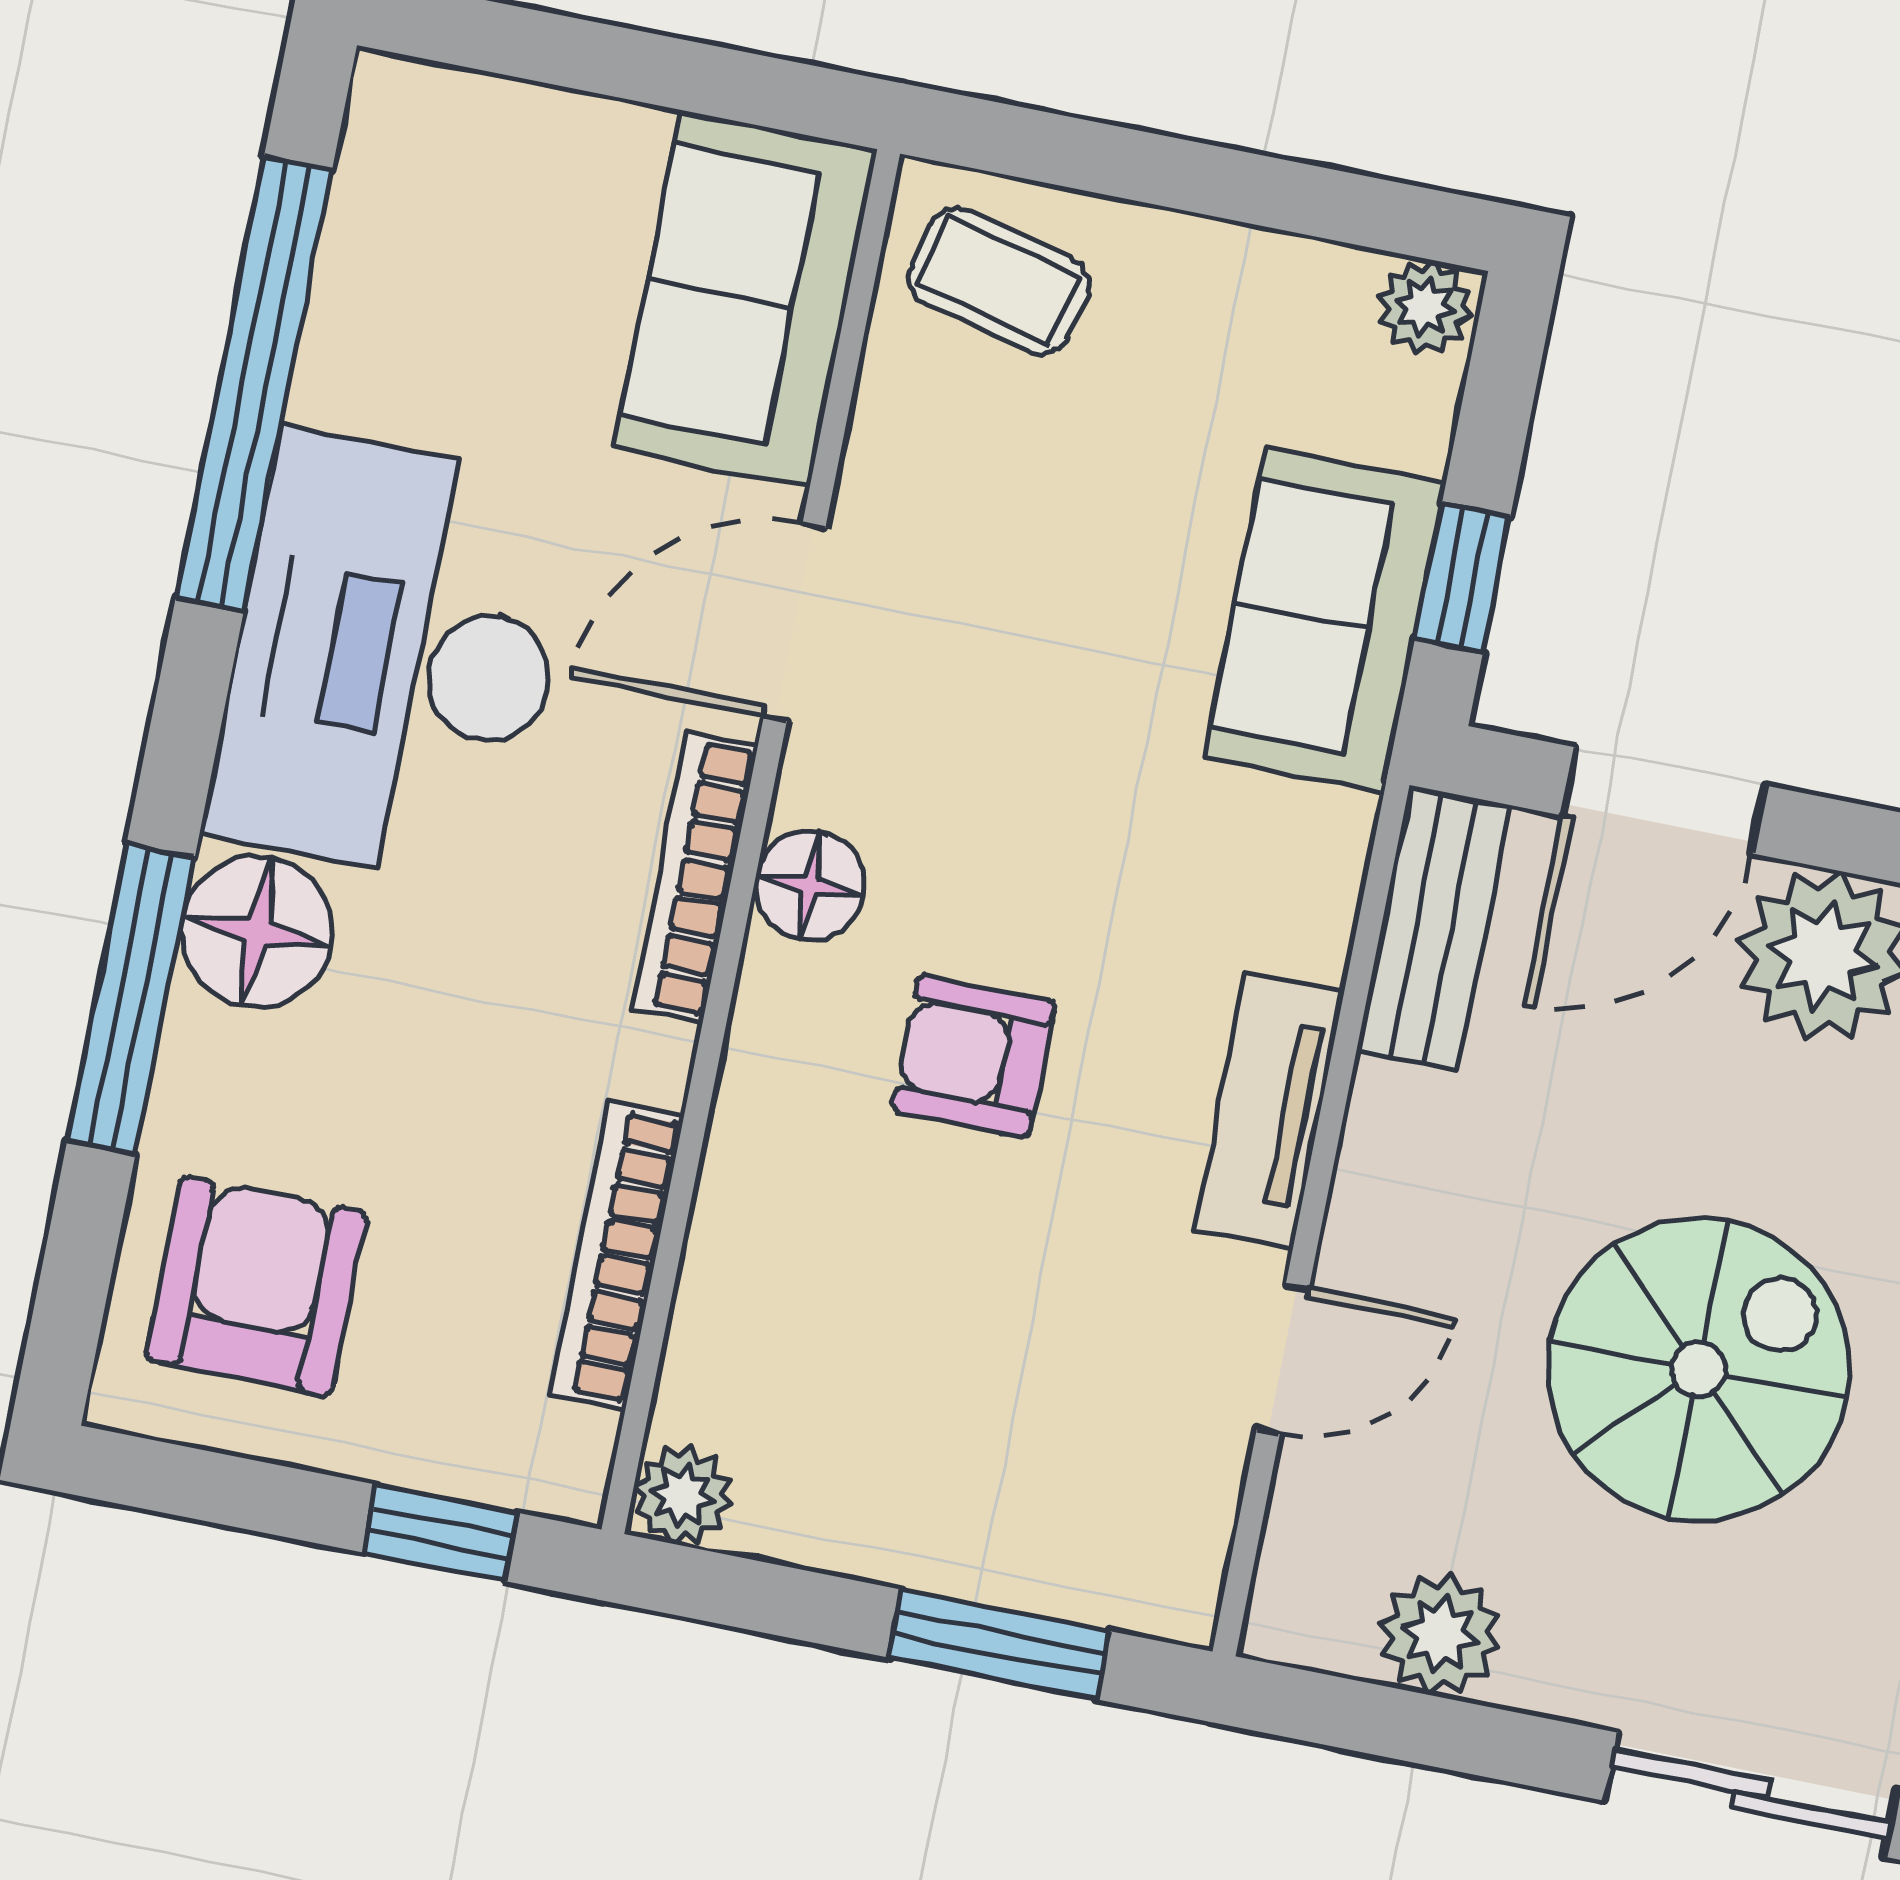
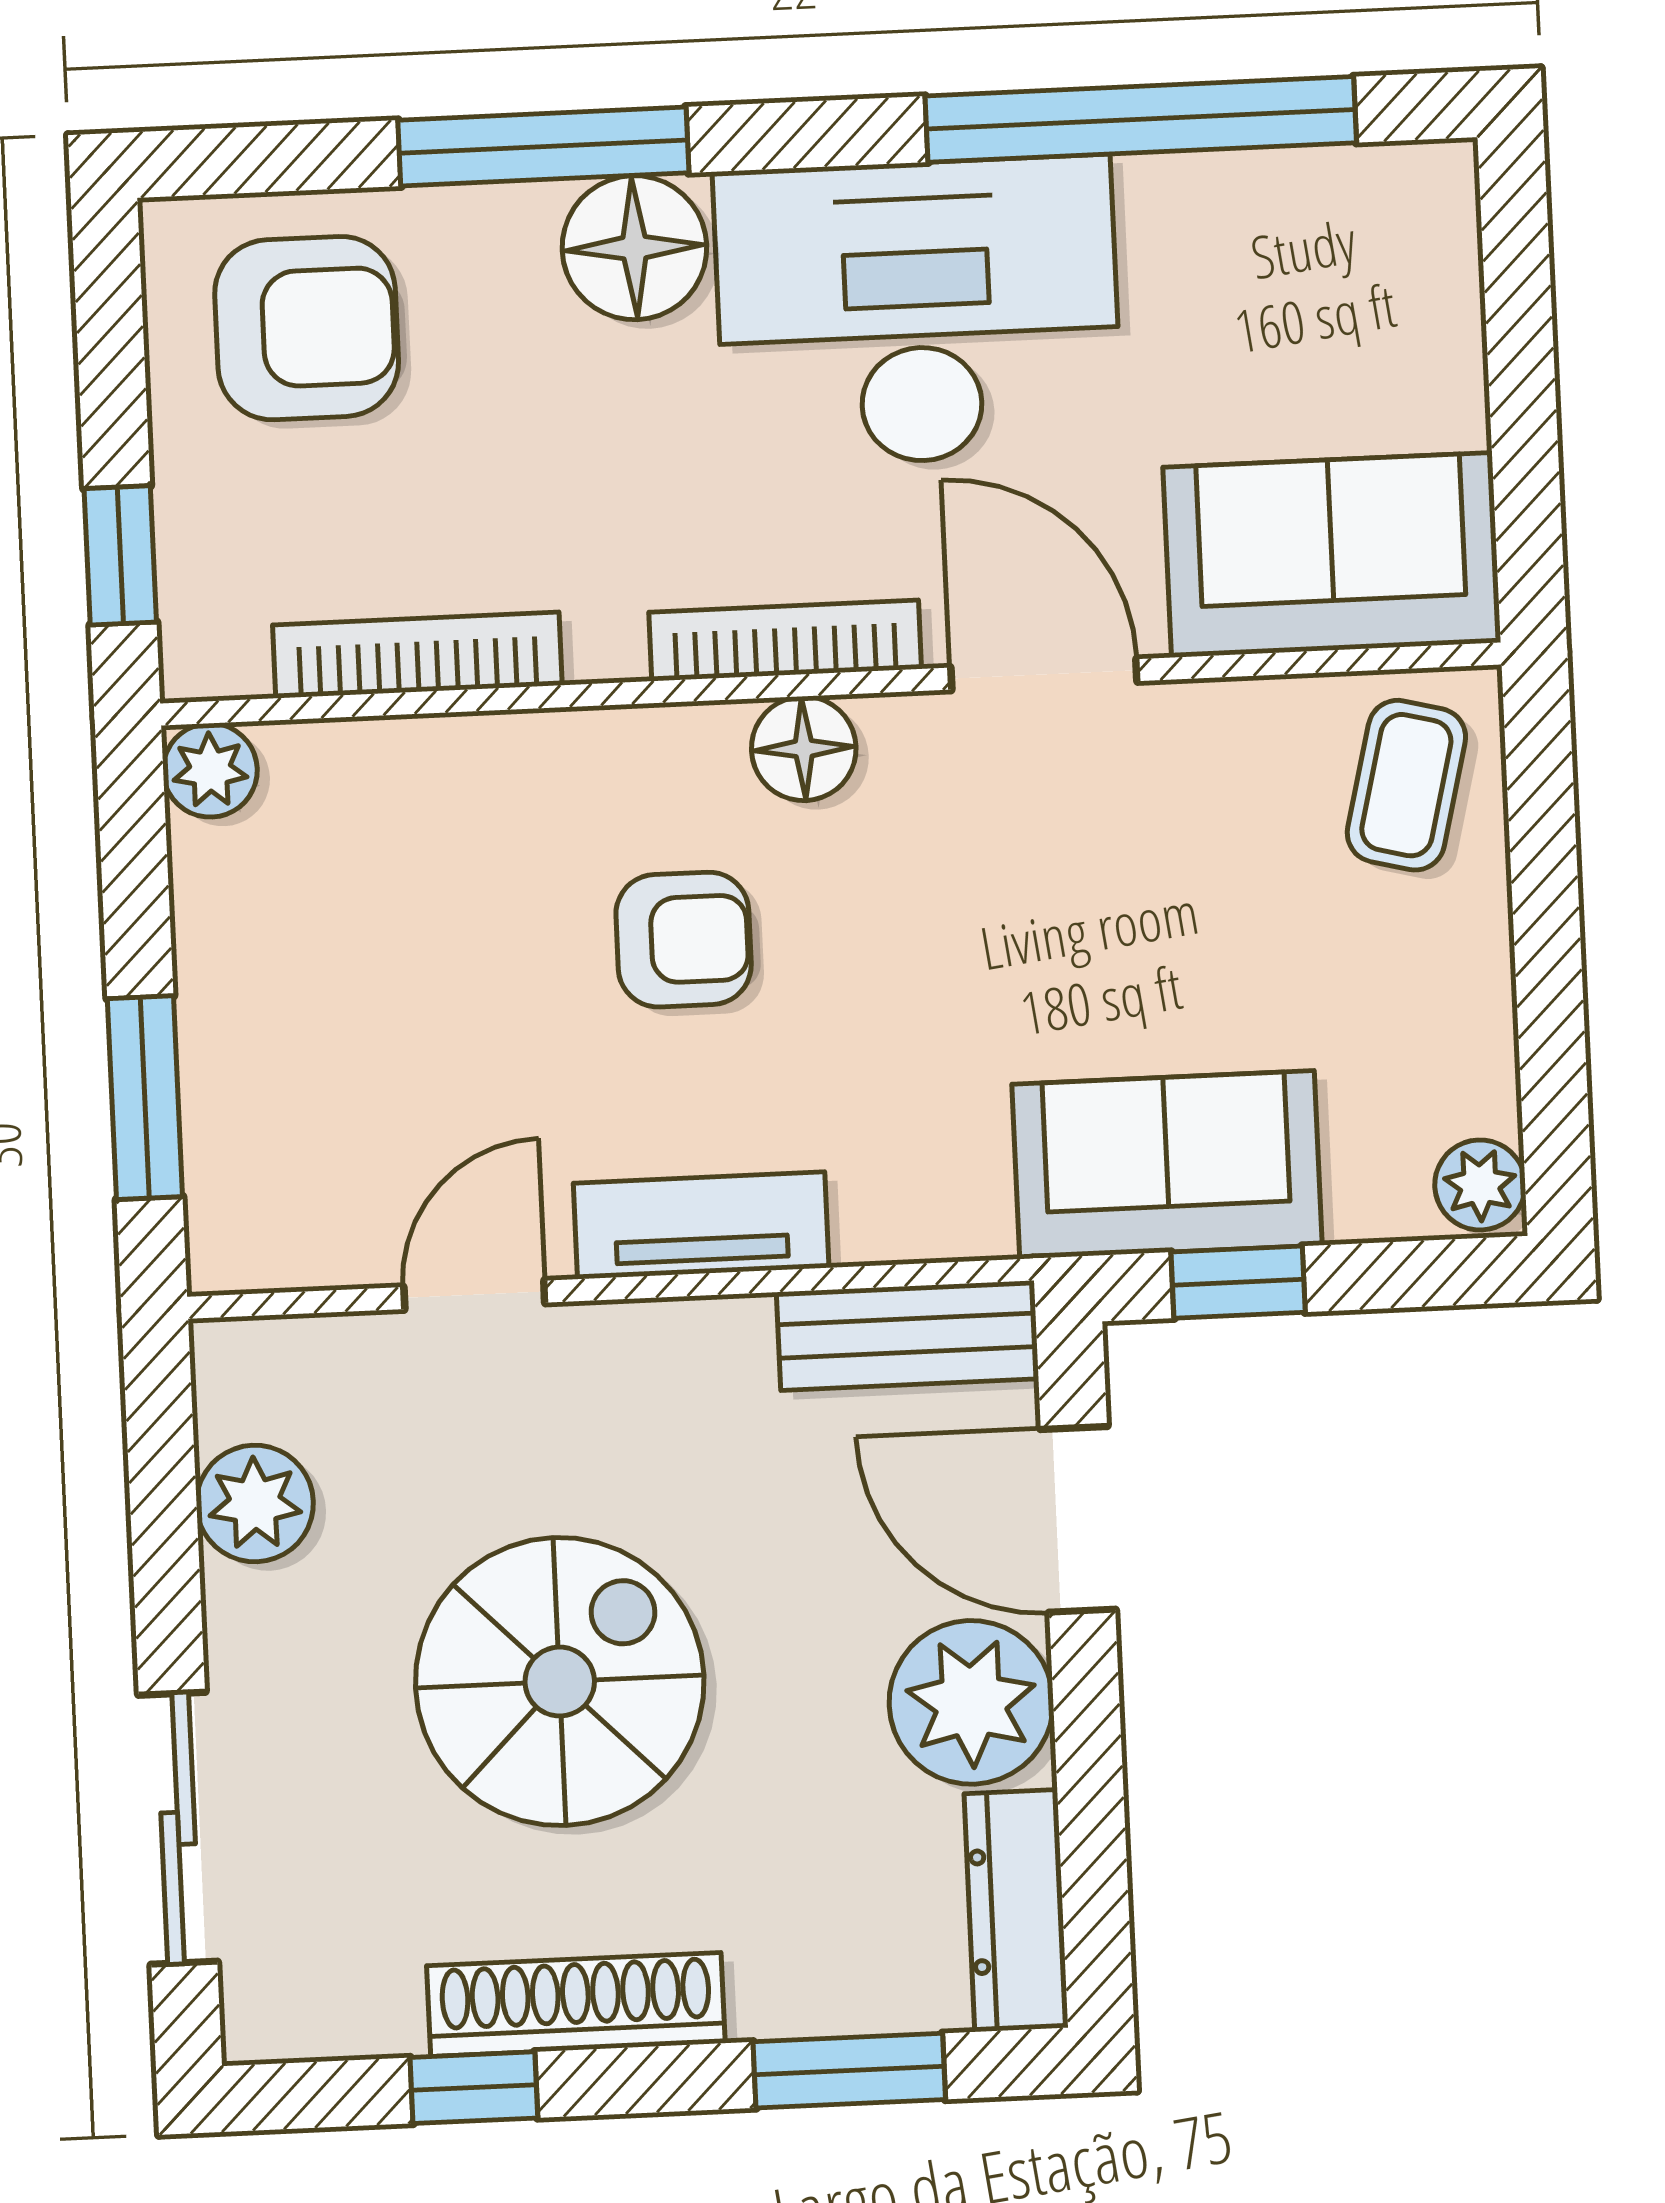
armchair: (974, 1056) -> (684, 940), turned 90
door: (1283, 1359) -> (474, 1295), swing flipped
spiral stairs: (1698, 1369) -> (560, 1682), turned -90

